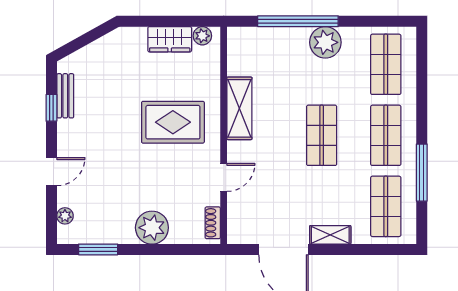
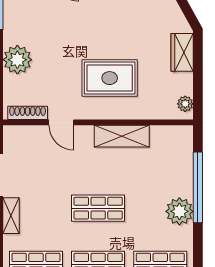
wardrobe: (170, 39) -> (182, 52), moved
rug: (173, 122) -> (110, 78), turned 90
shoe rack: (213, 223) -> (28, 113), width x1.43

